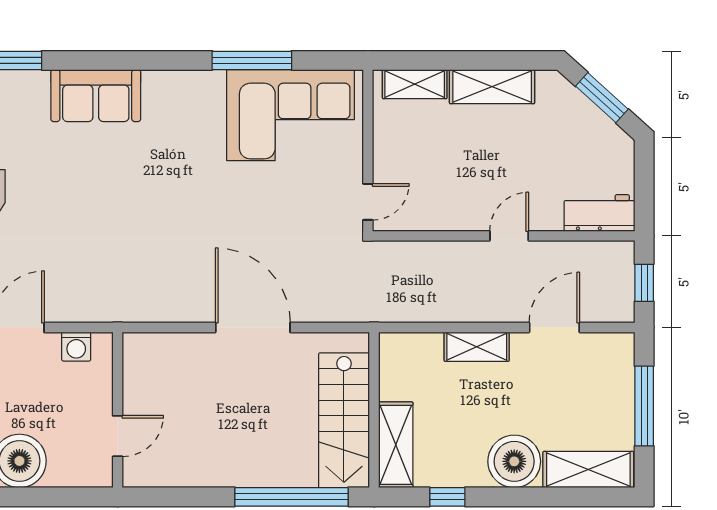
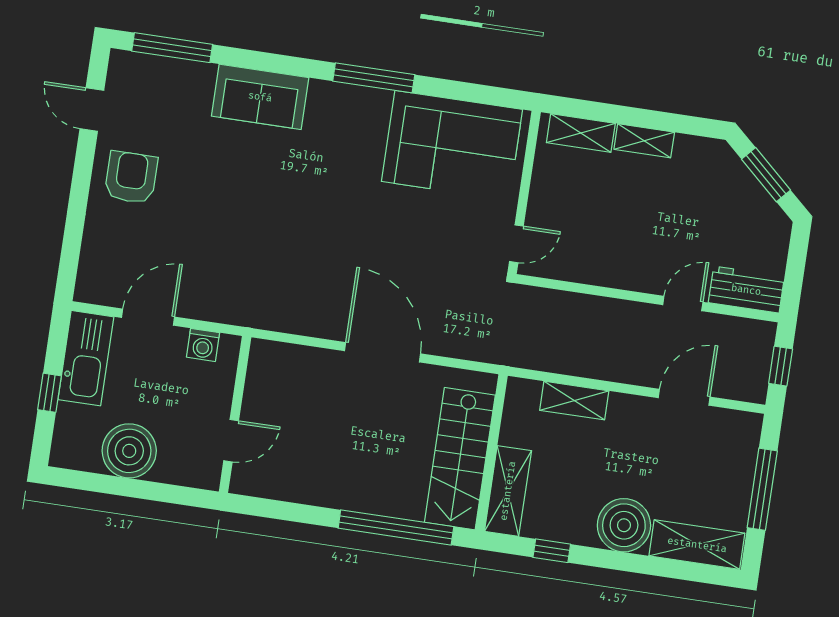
window: (252, 60) -> (374, 78), moved
shelving: (492, 87) -> (644, 141), width x0.67, depth x0.75
door: (509, 236) -> (683, 304), moved
shelving: (477, 347) -> (574, 401), moved

